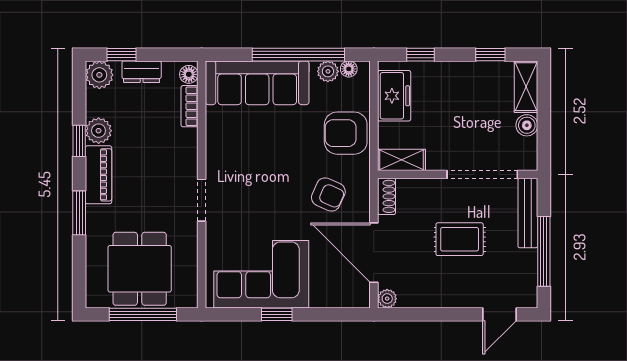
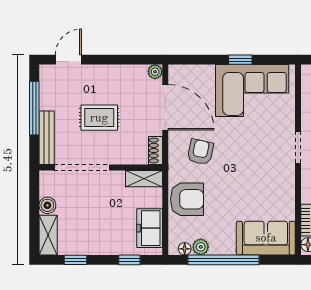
sofa: (257, 83) -> (266, 238), width x0.73
armchair: (328, 194) -> (200, 152), turned 78

